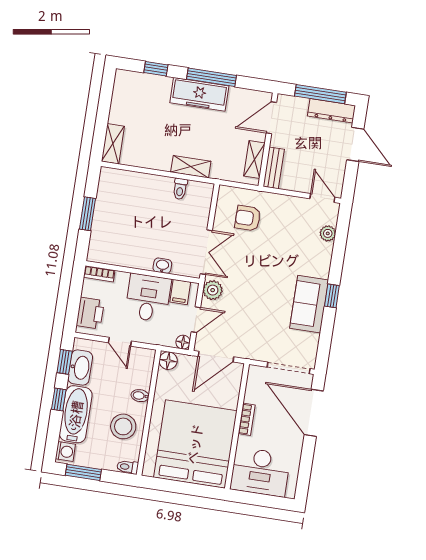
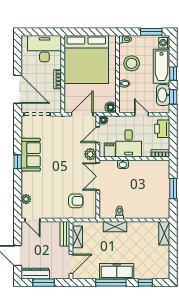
window: (320, 94) -> (44, 283), width x0.69

